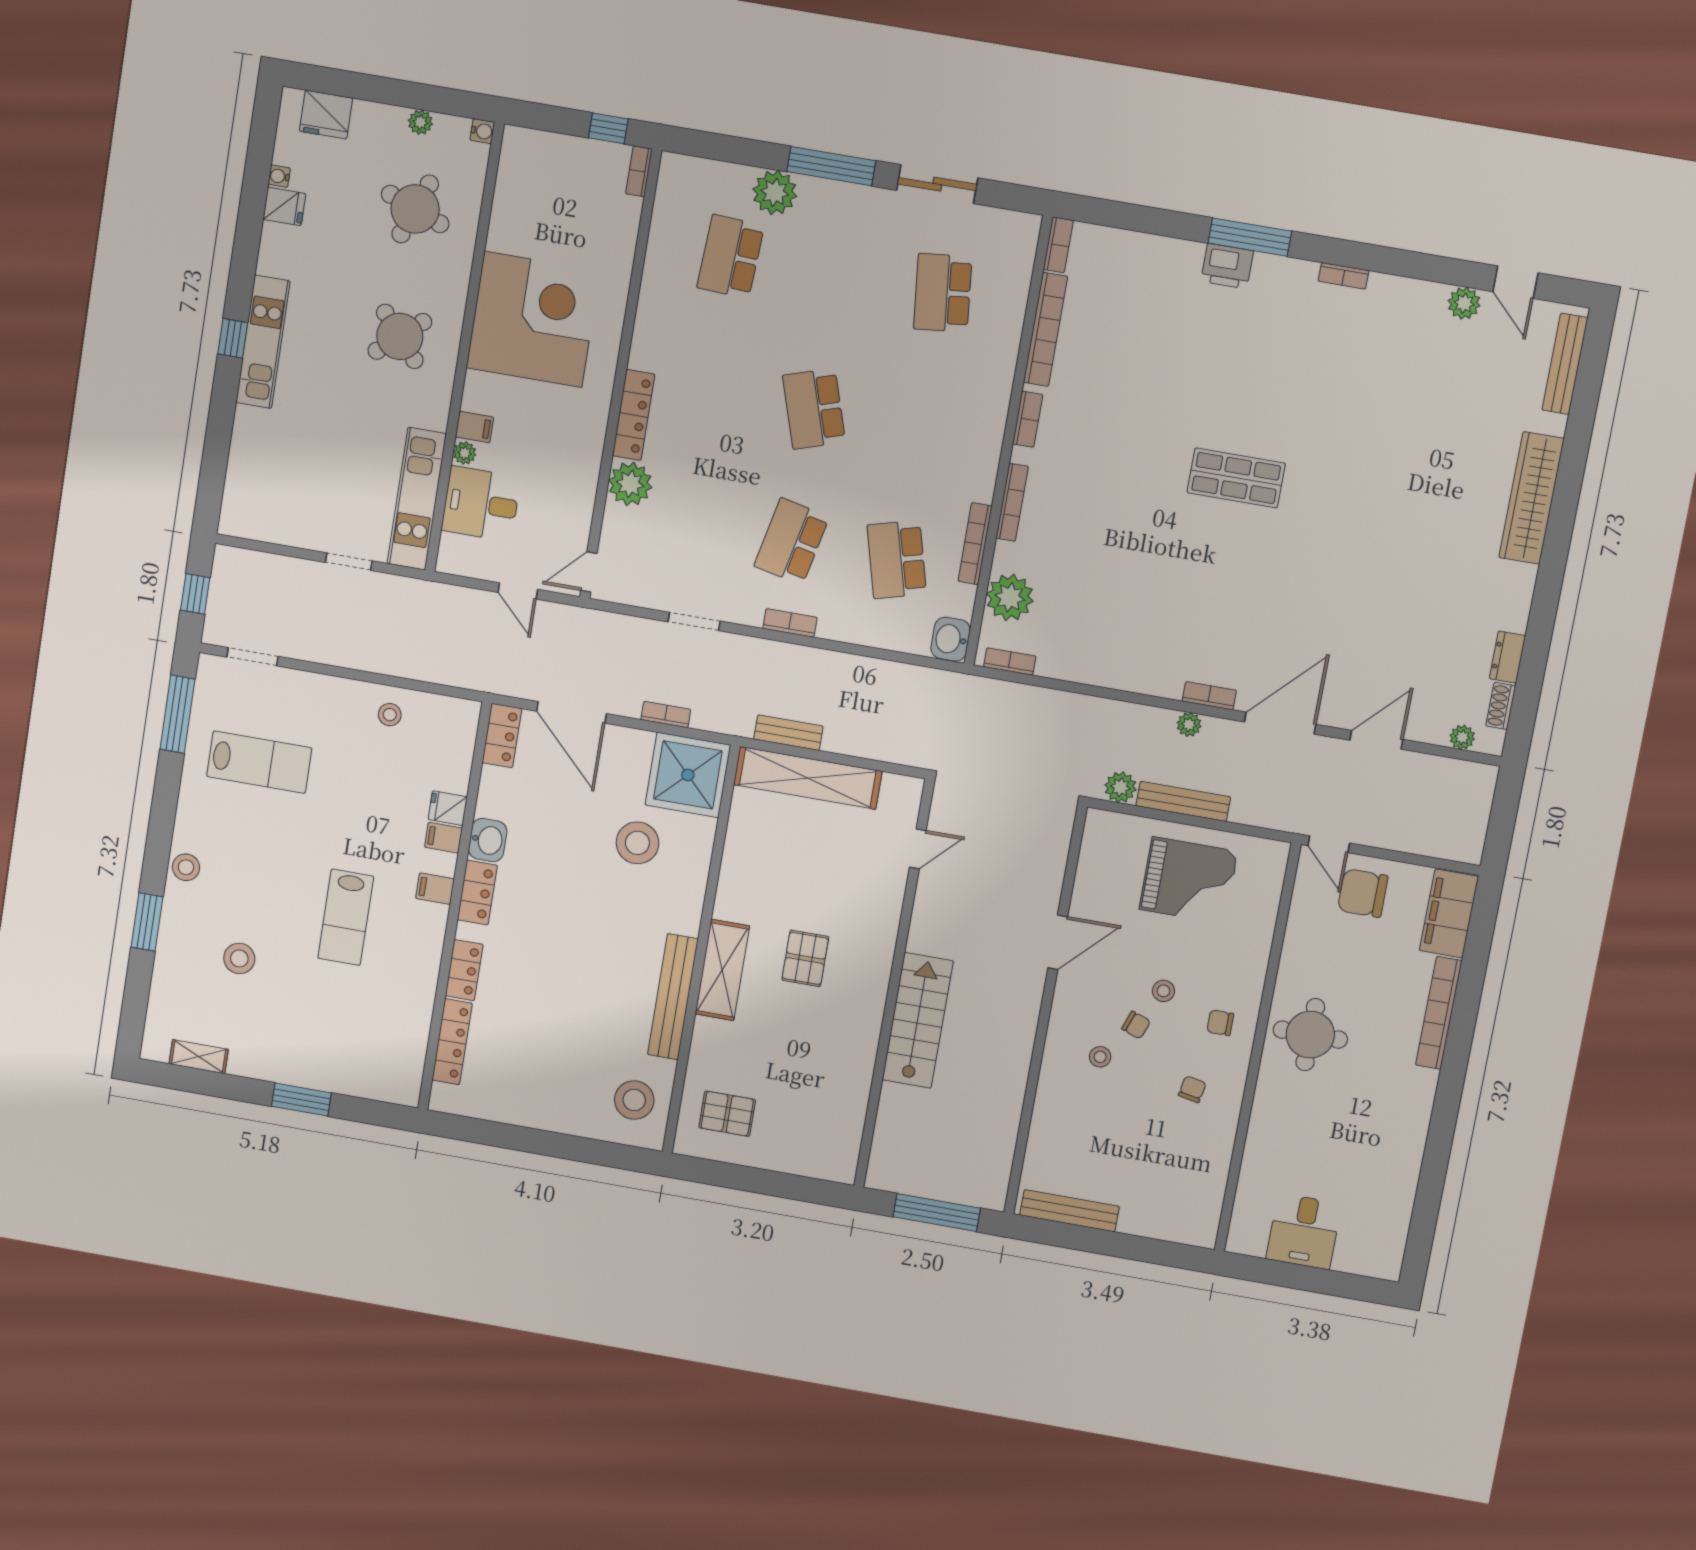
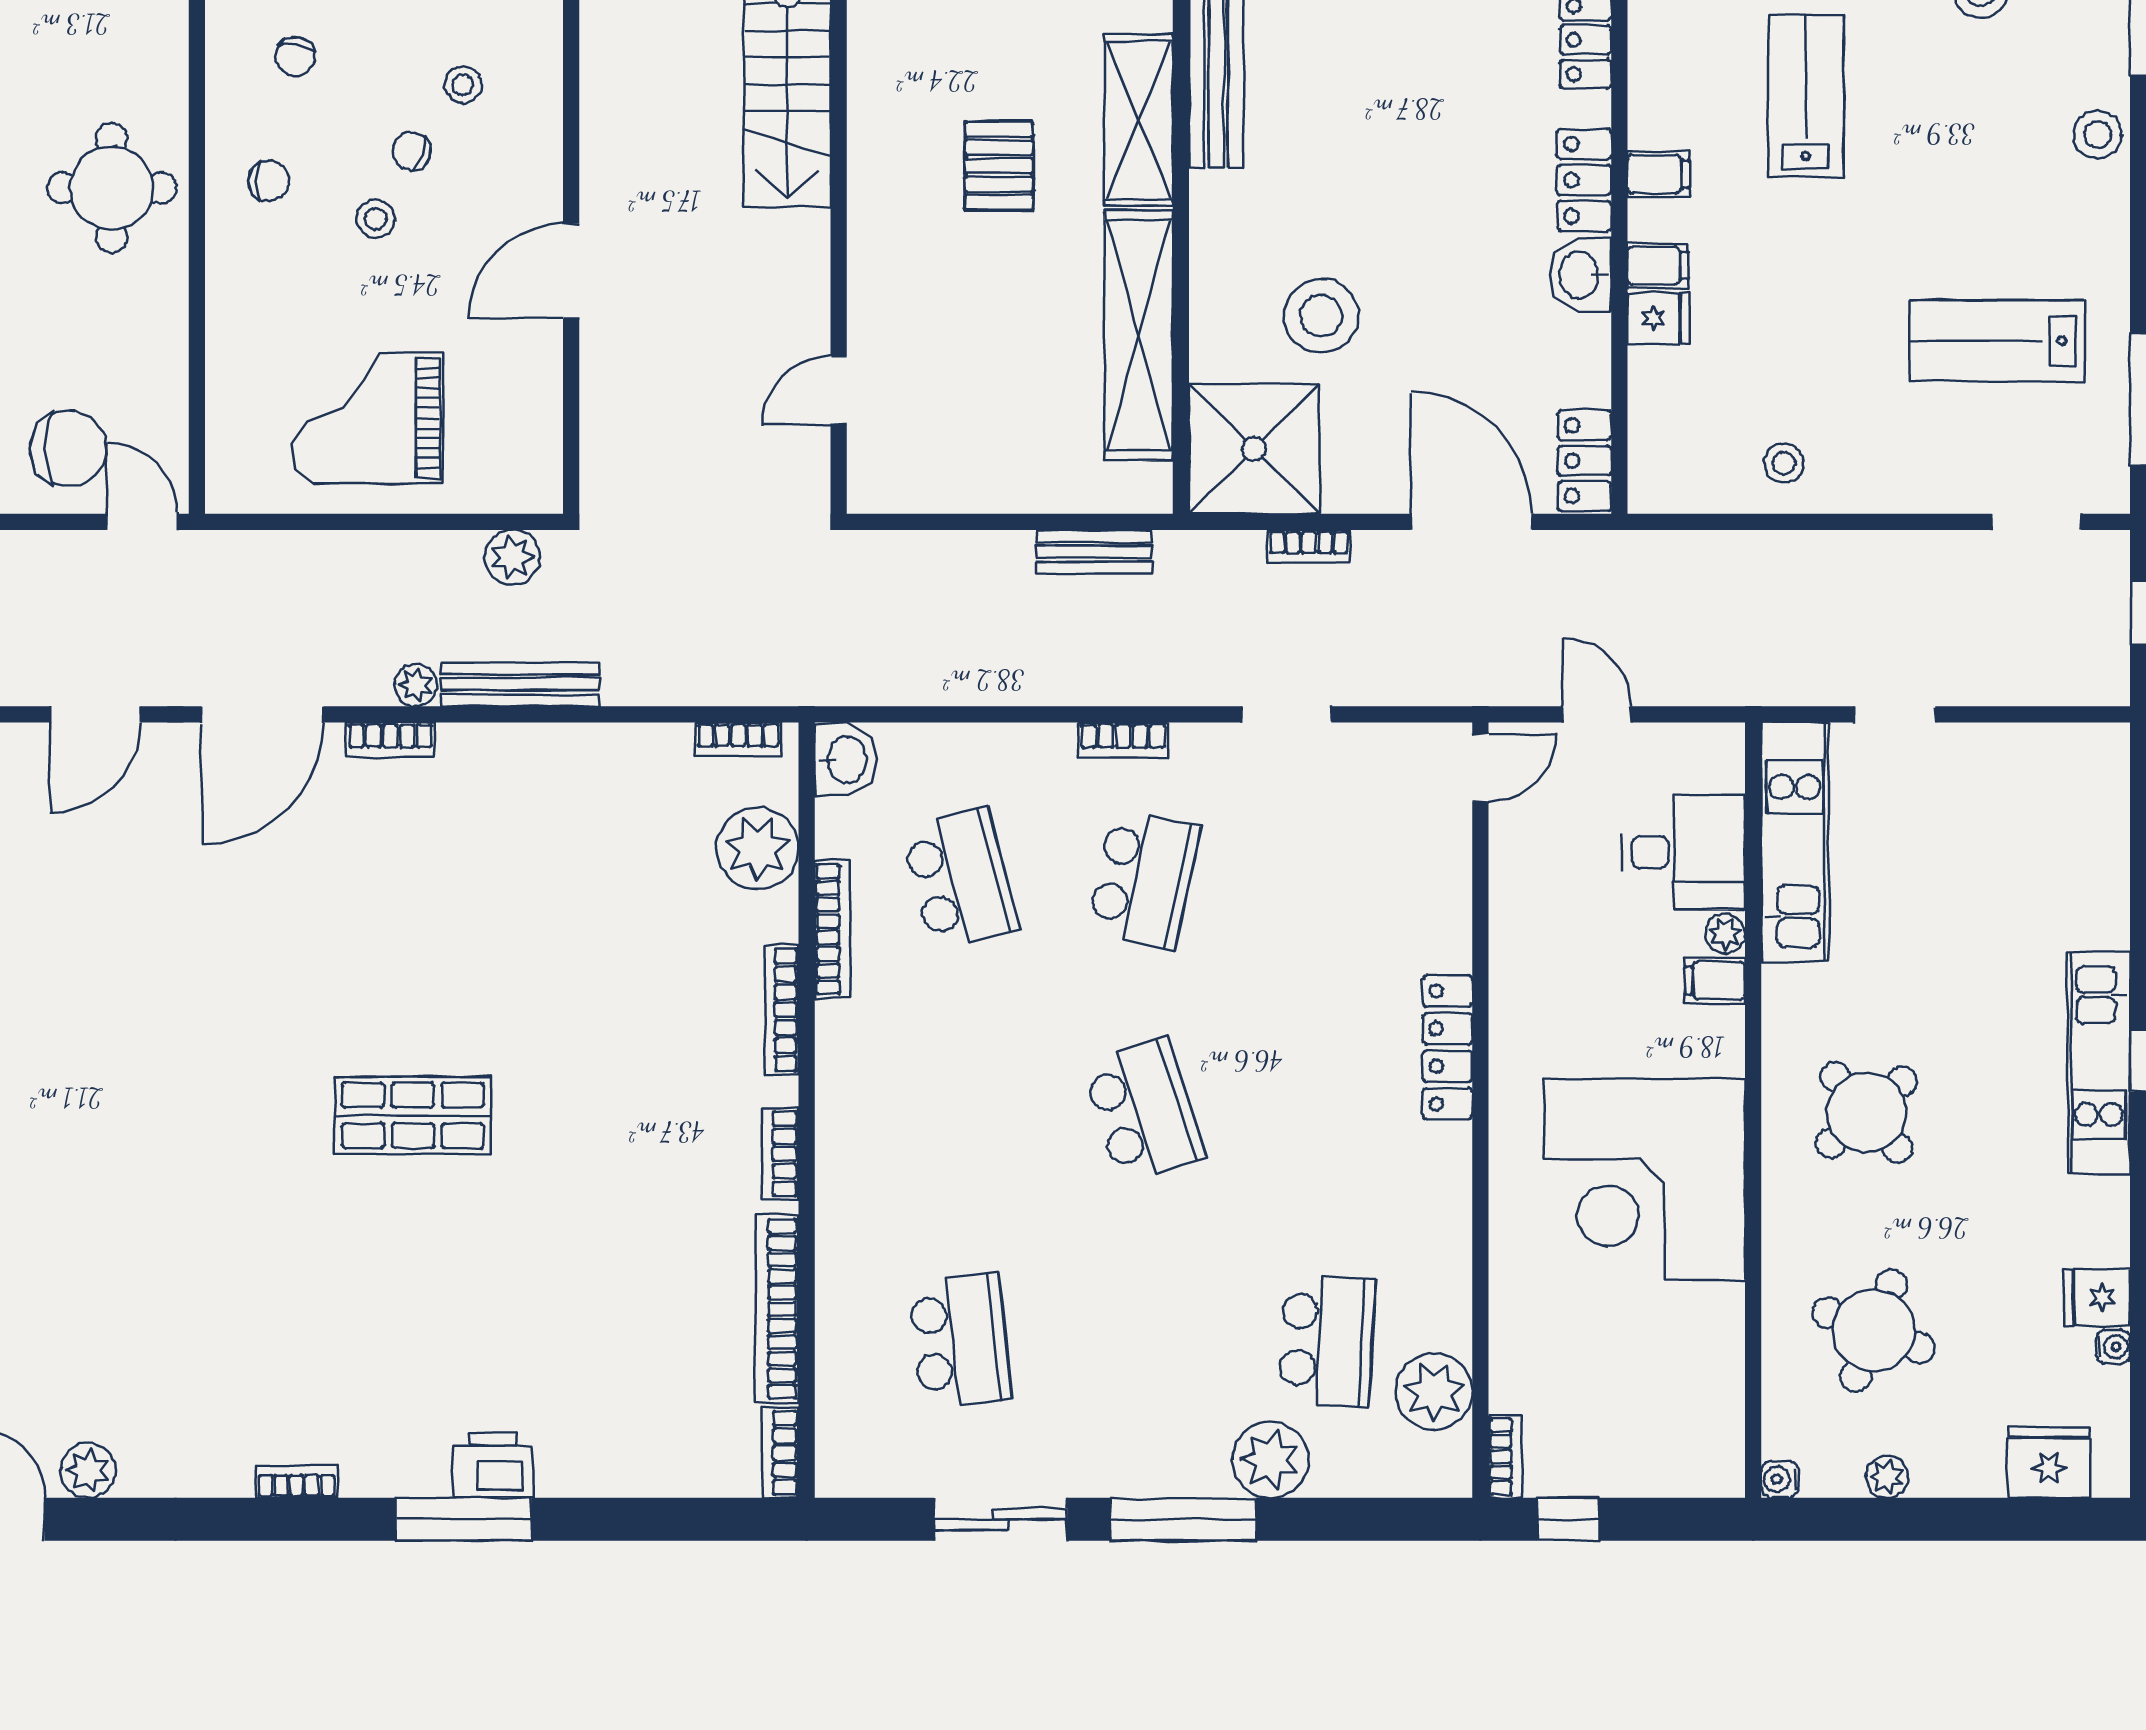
plant: (630, 484) -> (1434, 1391), moved
shelving: (808, 778) -> (1139, 335), moved, turned 90
bench: (1183, 801) -> (520, 684), moved

